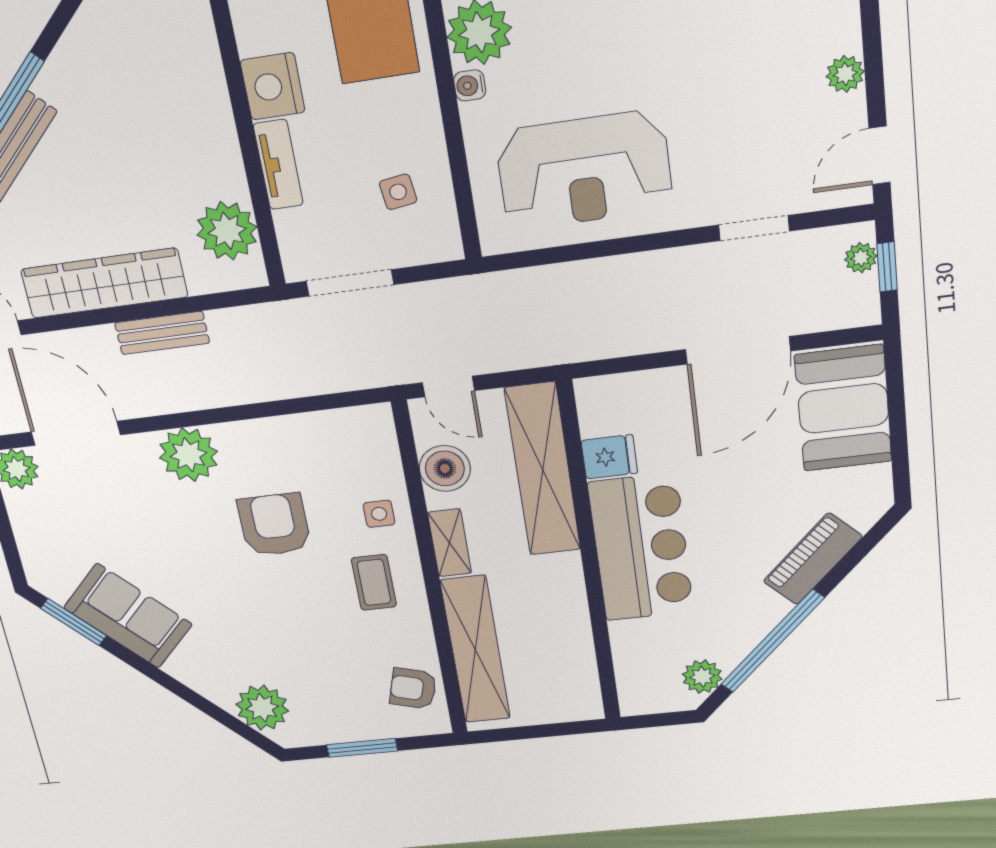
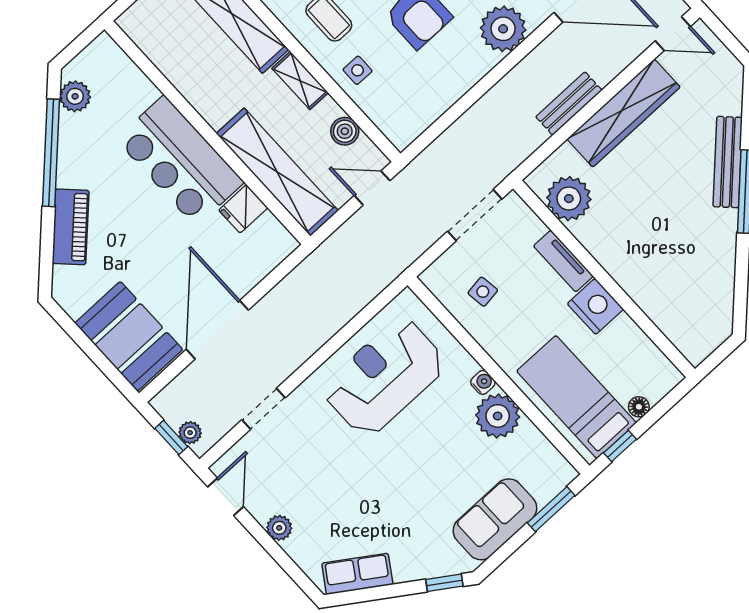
boiler: (445, 468) -> (345, 131), width x0.73, depth x0.73

